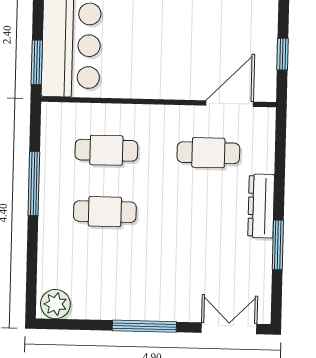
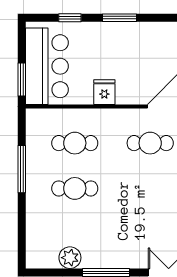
fridge: (148, 82) -> (104, 92), added
plant: (55, 304) -> (70, 258), moved

